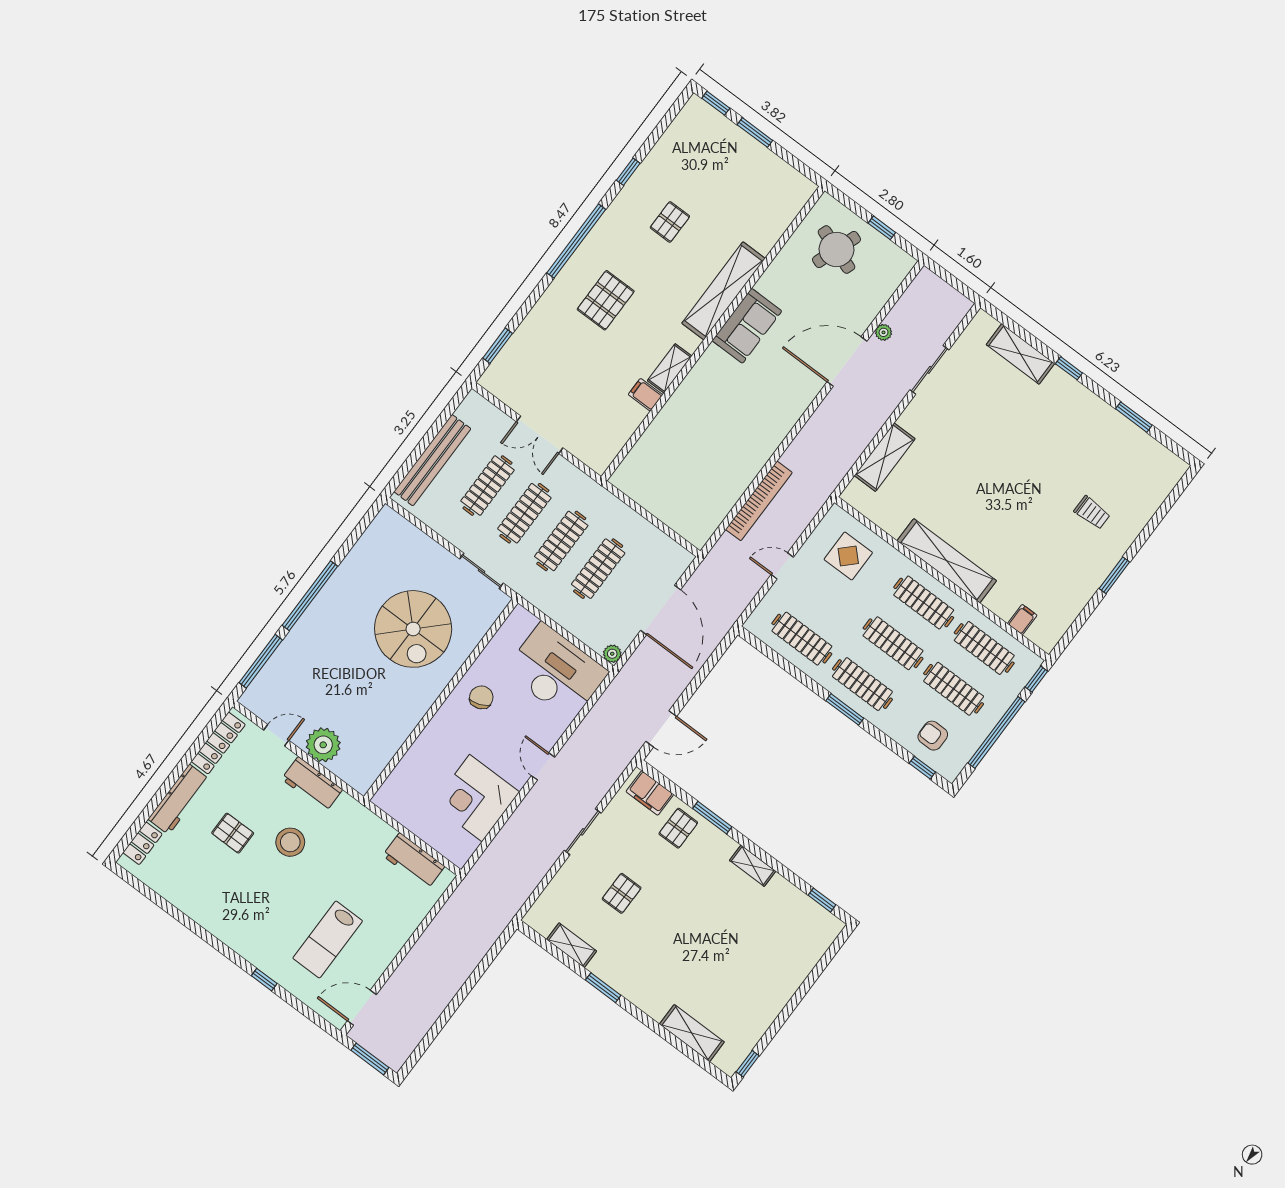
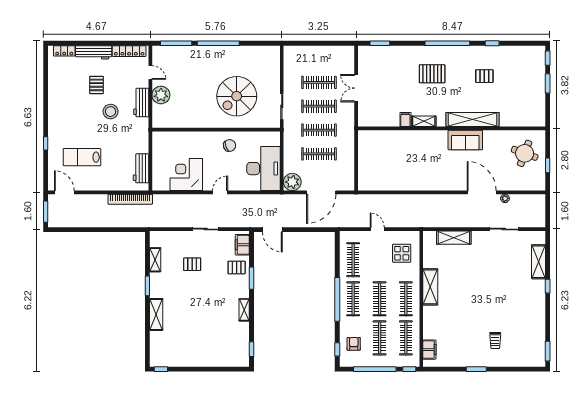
window: (1134, 417) -> (548, 351), moved
bench: (432, 460) -> (312, 52), removed
bookcase: (759, 501) -> (130, 199), moved
shelving: (947, 561) -> (430, 287), width x0.68
filing cabinet: (1022, 619) -> (429, 350), width x2.00
plant: (612, 654) -> (292, 182), width x1.87, depth x1.87
window: (845, 709) -> (337, 299), width x2.11
shelving: (692, 1033) -> (156, 314), moved

